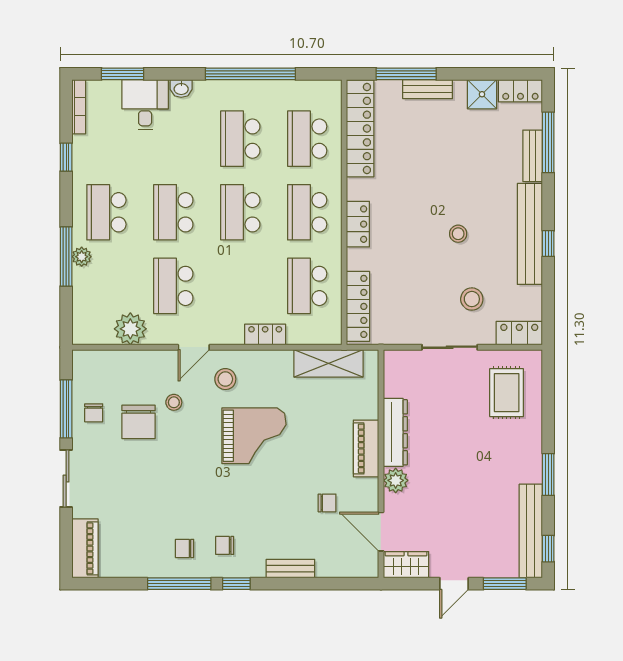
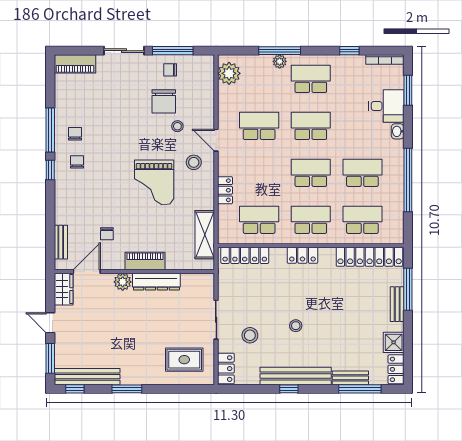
plant: (130, 329) -> (229, 73), moved
chair: (139, 422) -> (164, 101), turned -90
bench: (290, 569) -> (61, 242), moved

